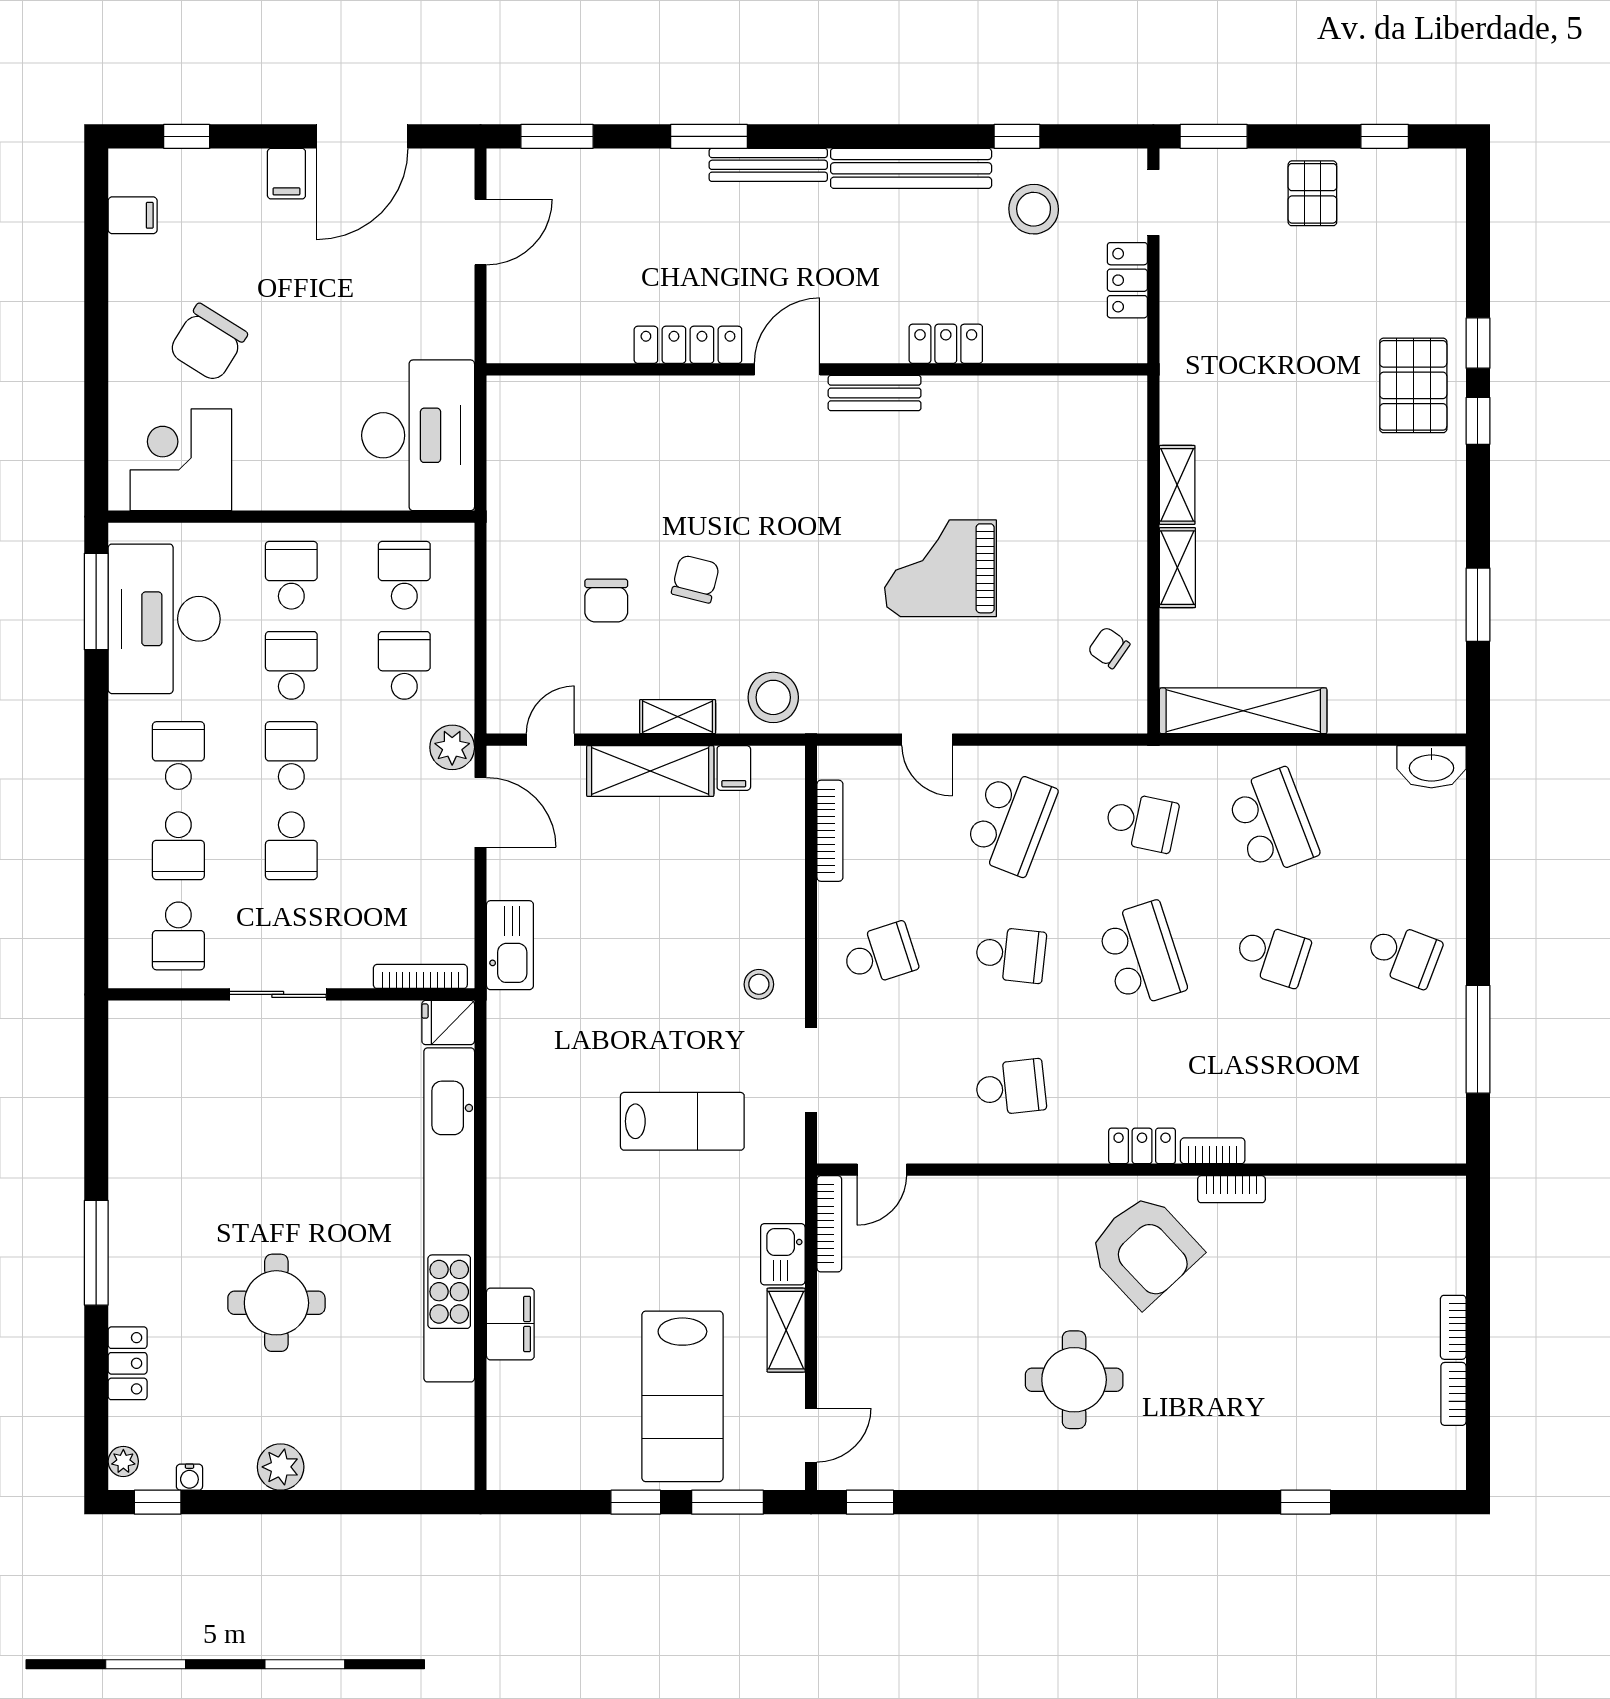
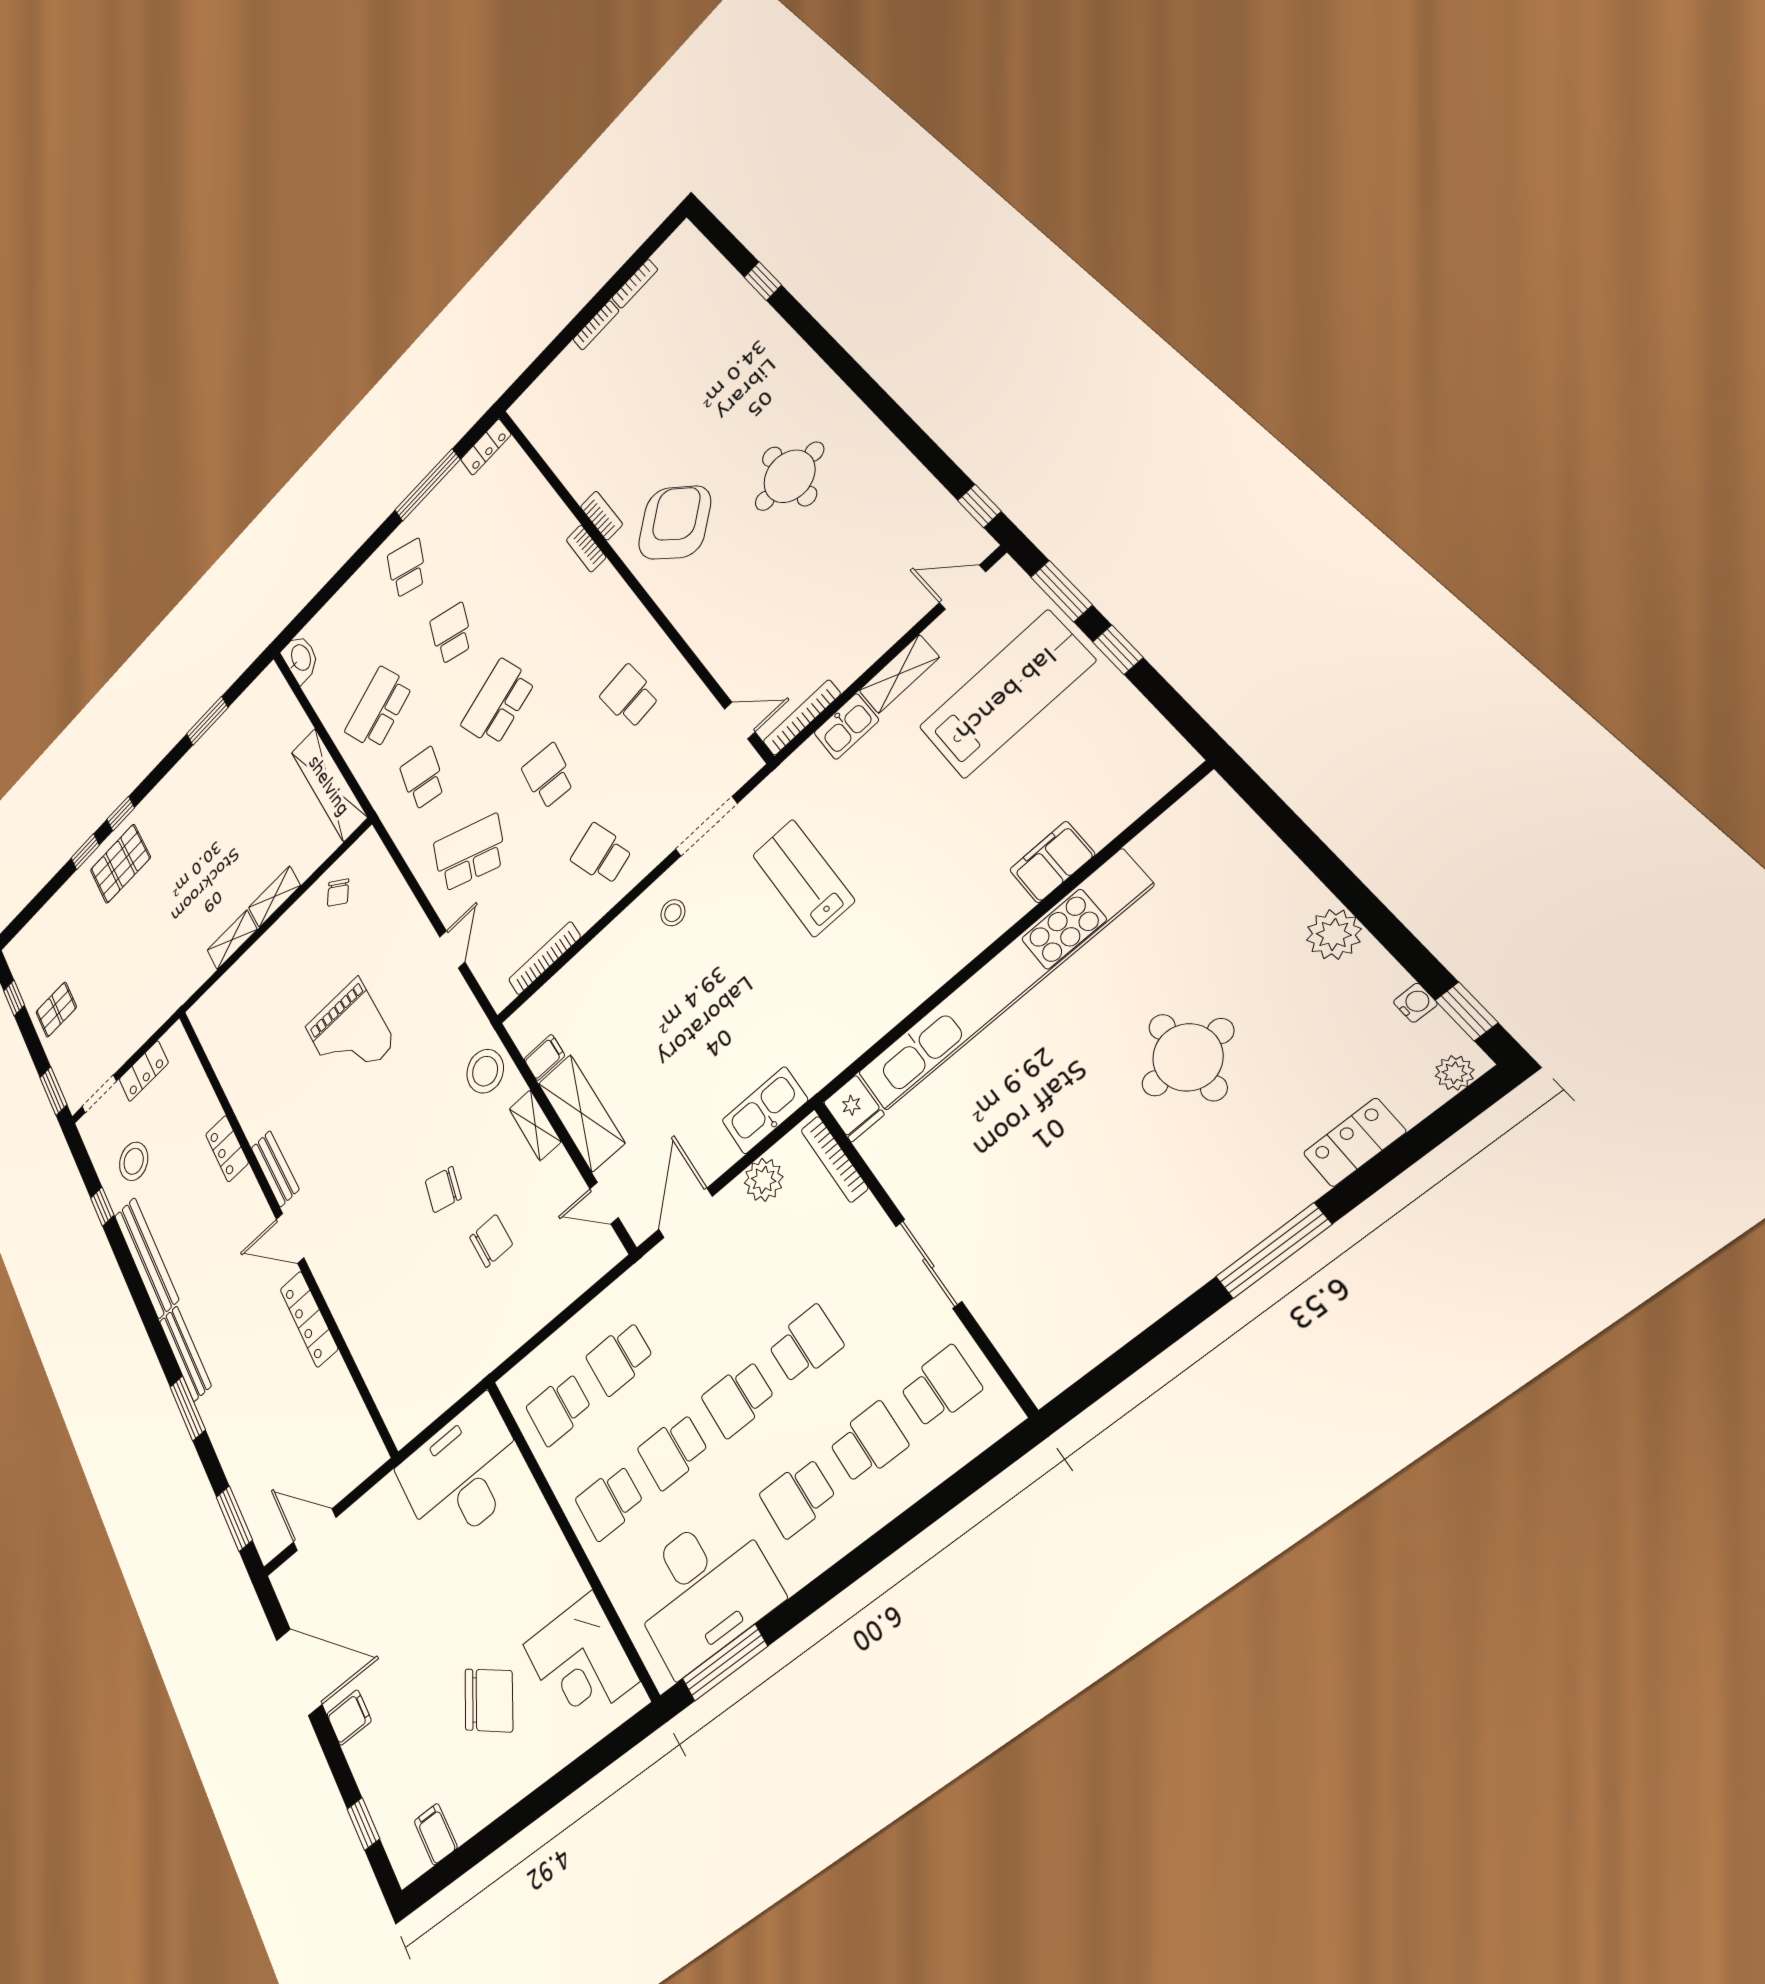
plant: (452, 747) -> (764, 1180), moved
locker: (1142, 1146) -> (486, 447), moved, turned -90

